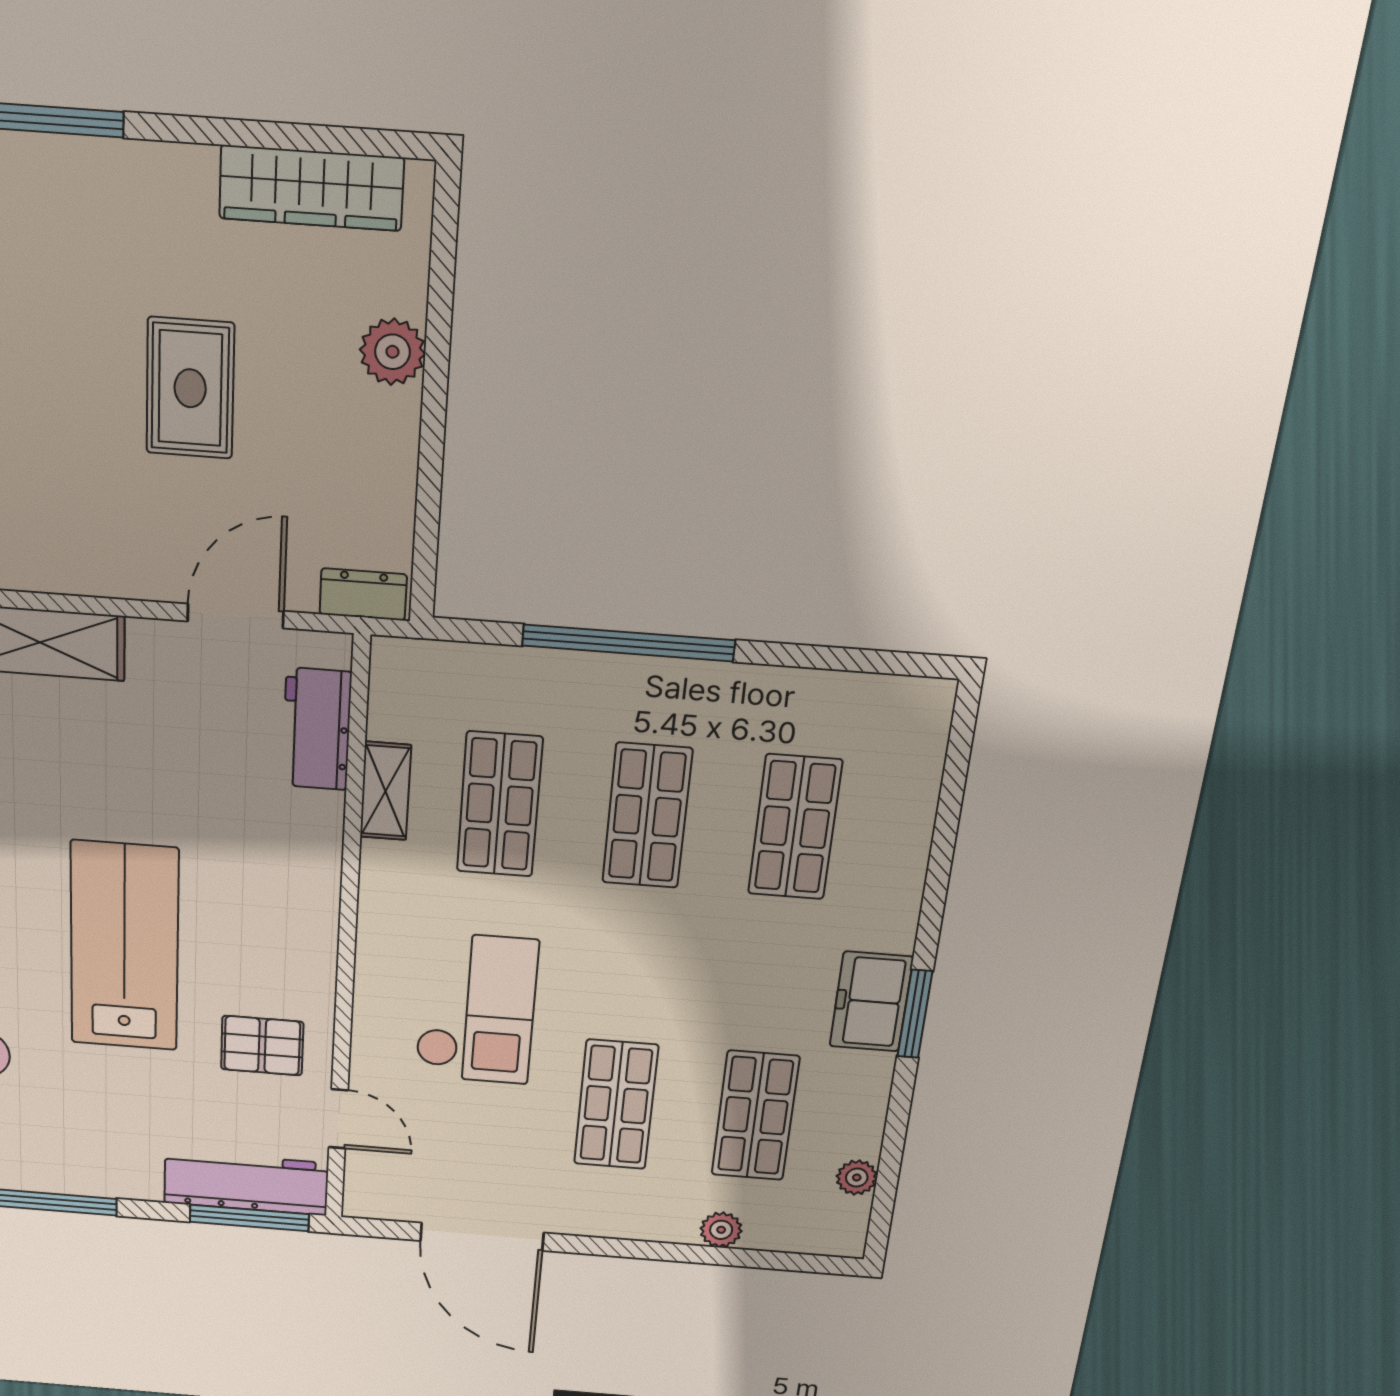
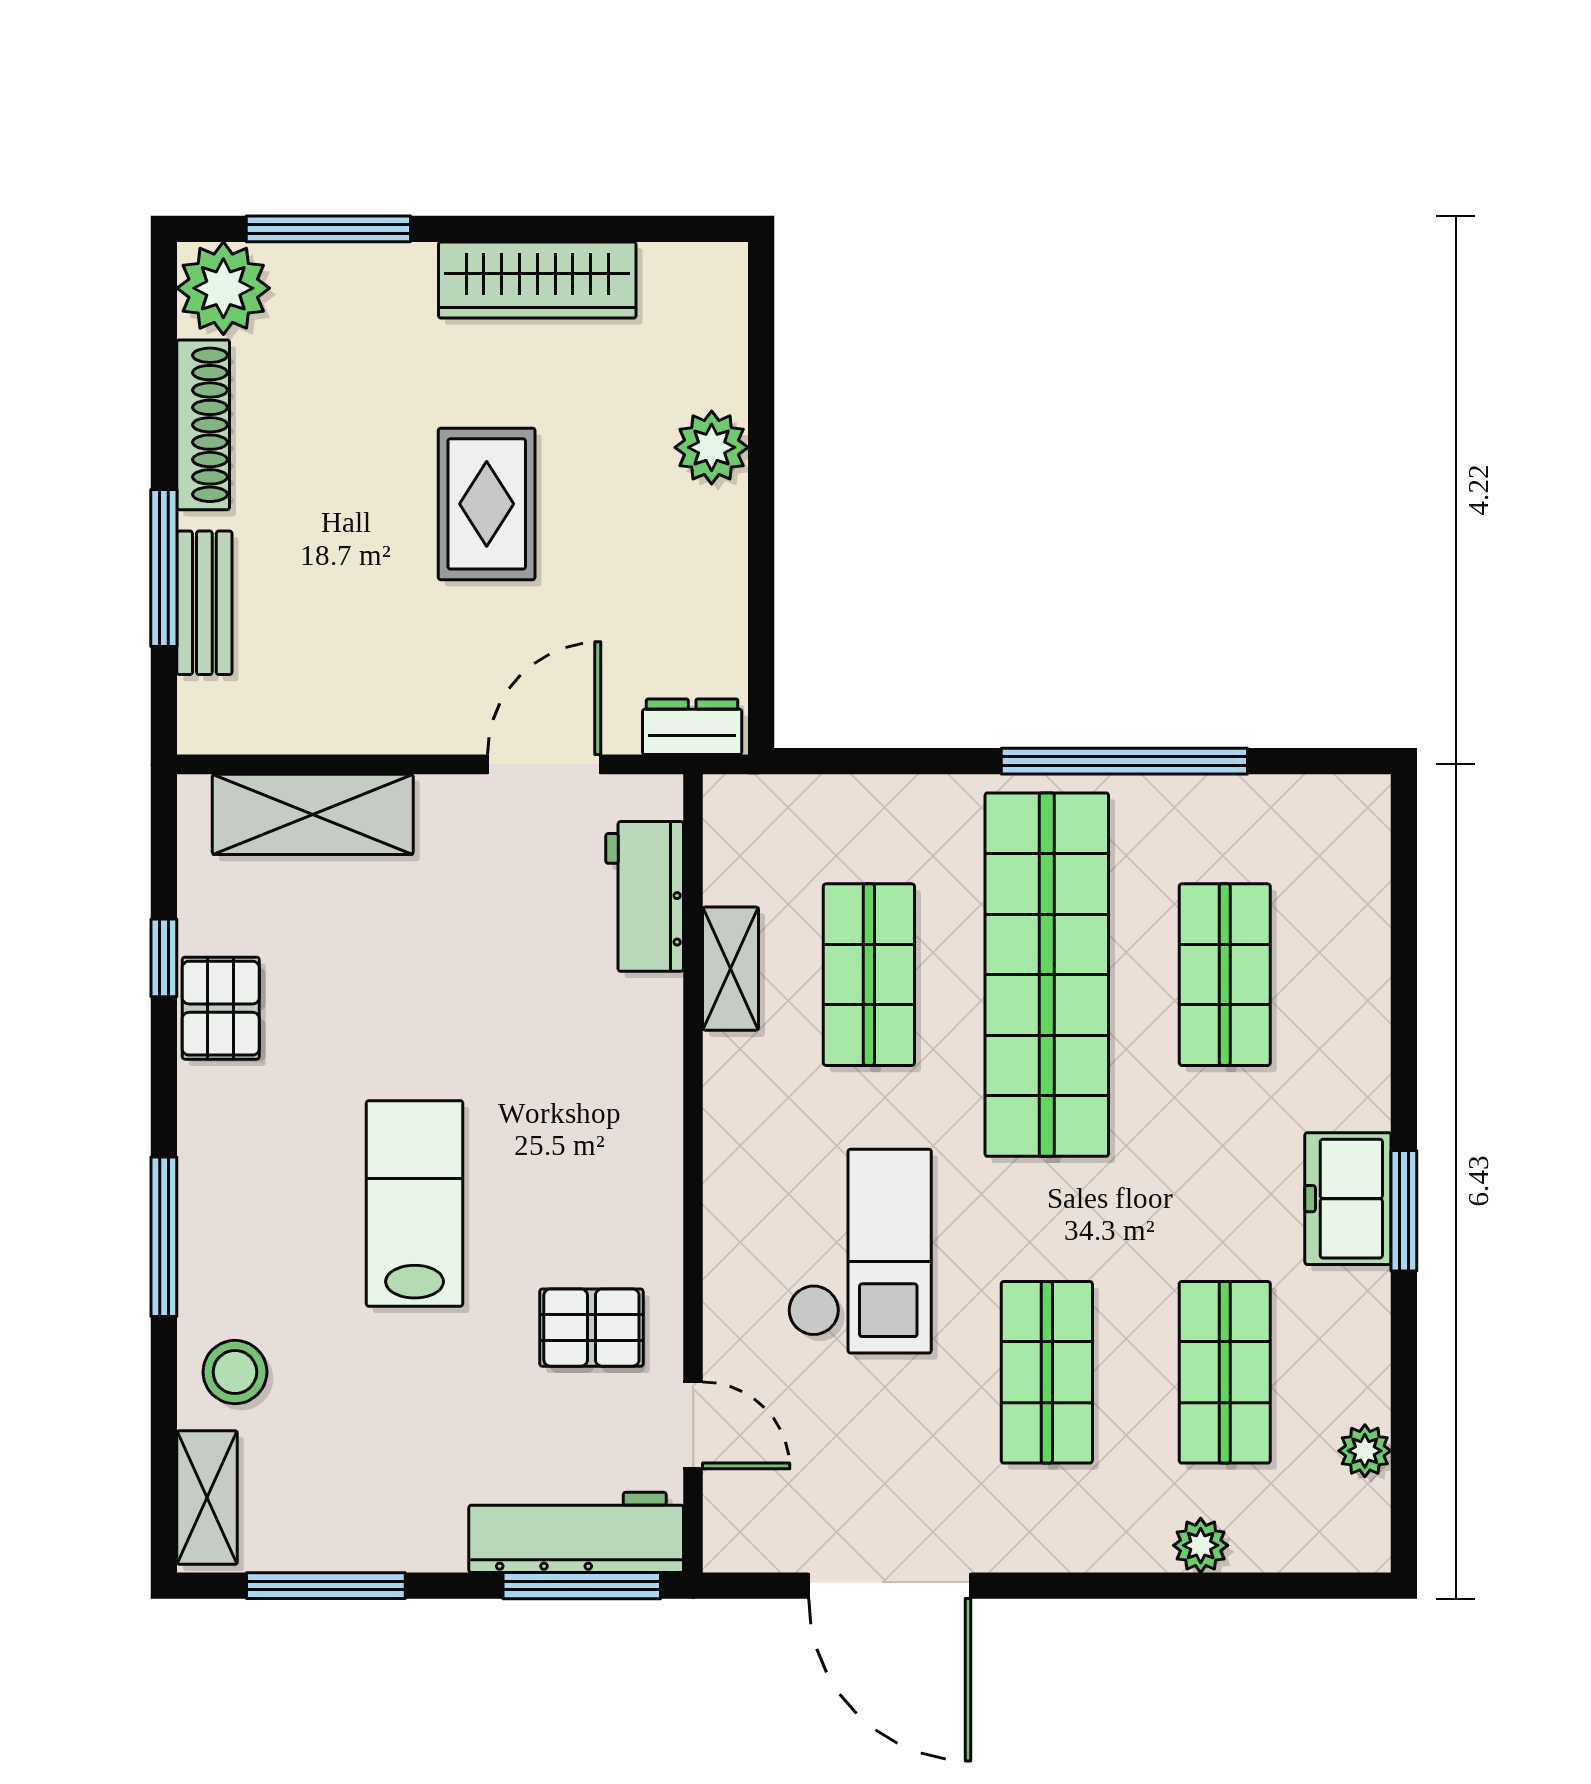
wardrobe: (311, 188) -> (537, 280), moved
window: (628, 643) -> (1124, 761), moved
shop shelf: (647, 816) -> (1047, 975), width x2.00, depth x1.36
lab bench: (124, 947) -> (415, 1203), width x0.73, depth x0.72

